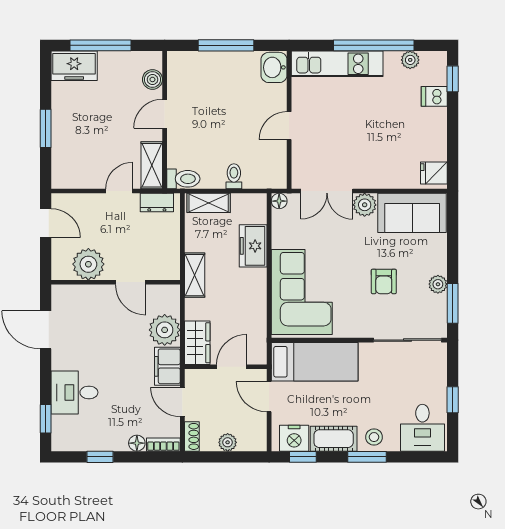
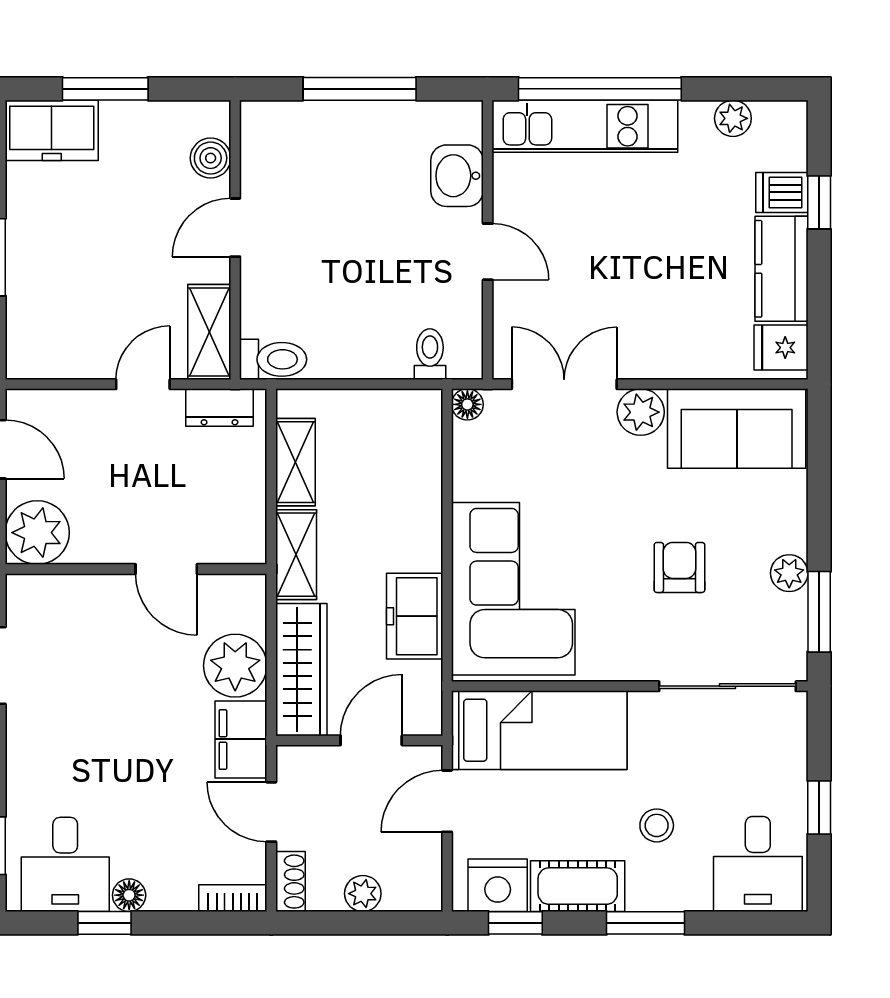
window: (100, 45) -> (105, 89), width x0.69
window: (374, 45) -> (600, 89), moved
washbasin: (274, 67) -> (457, 176), moved
window: (453, 79) -> (819, 202), moved
door: (289, 126) -> (488, 252), swing flipped
kitchen counter: (434, 134) -> (781, 269), added
toilet: (234, 176) -> (430, 354), moved
double door: (327, 191) -> (564, 384), swing flipped
shelving: (209, 203) -> (295, 462), moved, turned 90
freezer: (253, 246) -> (415, 616), moved
plant: (88, 264) -> (37, 533), moved
armchair: (384, 281) -> (679, 567), turned 180
wardrobe: (197, 343) -> (301, 670), width x1.50
desk: (74, 392) -> (65, 864), moved, turned -90
door: (269, 397) -> (447, 801), hinge flipped
stool: (374, 437) -> (657, 825), moved
floor lamp: (137, 443) -> (129, 895), moved

